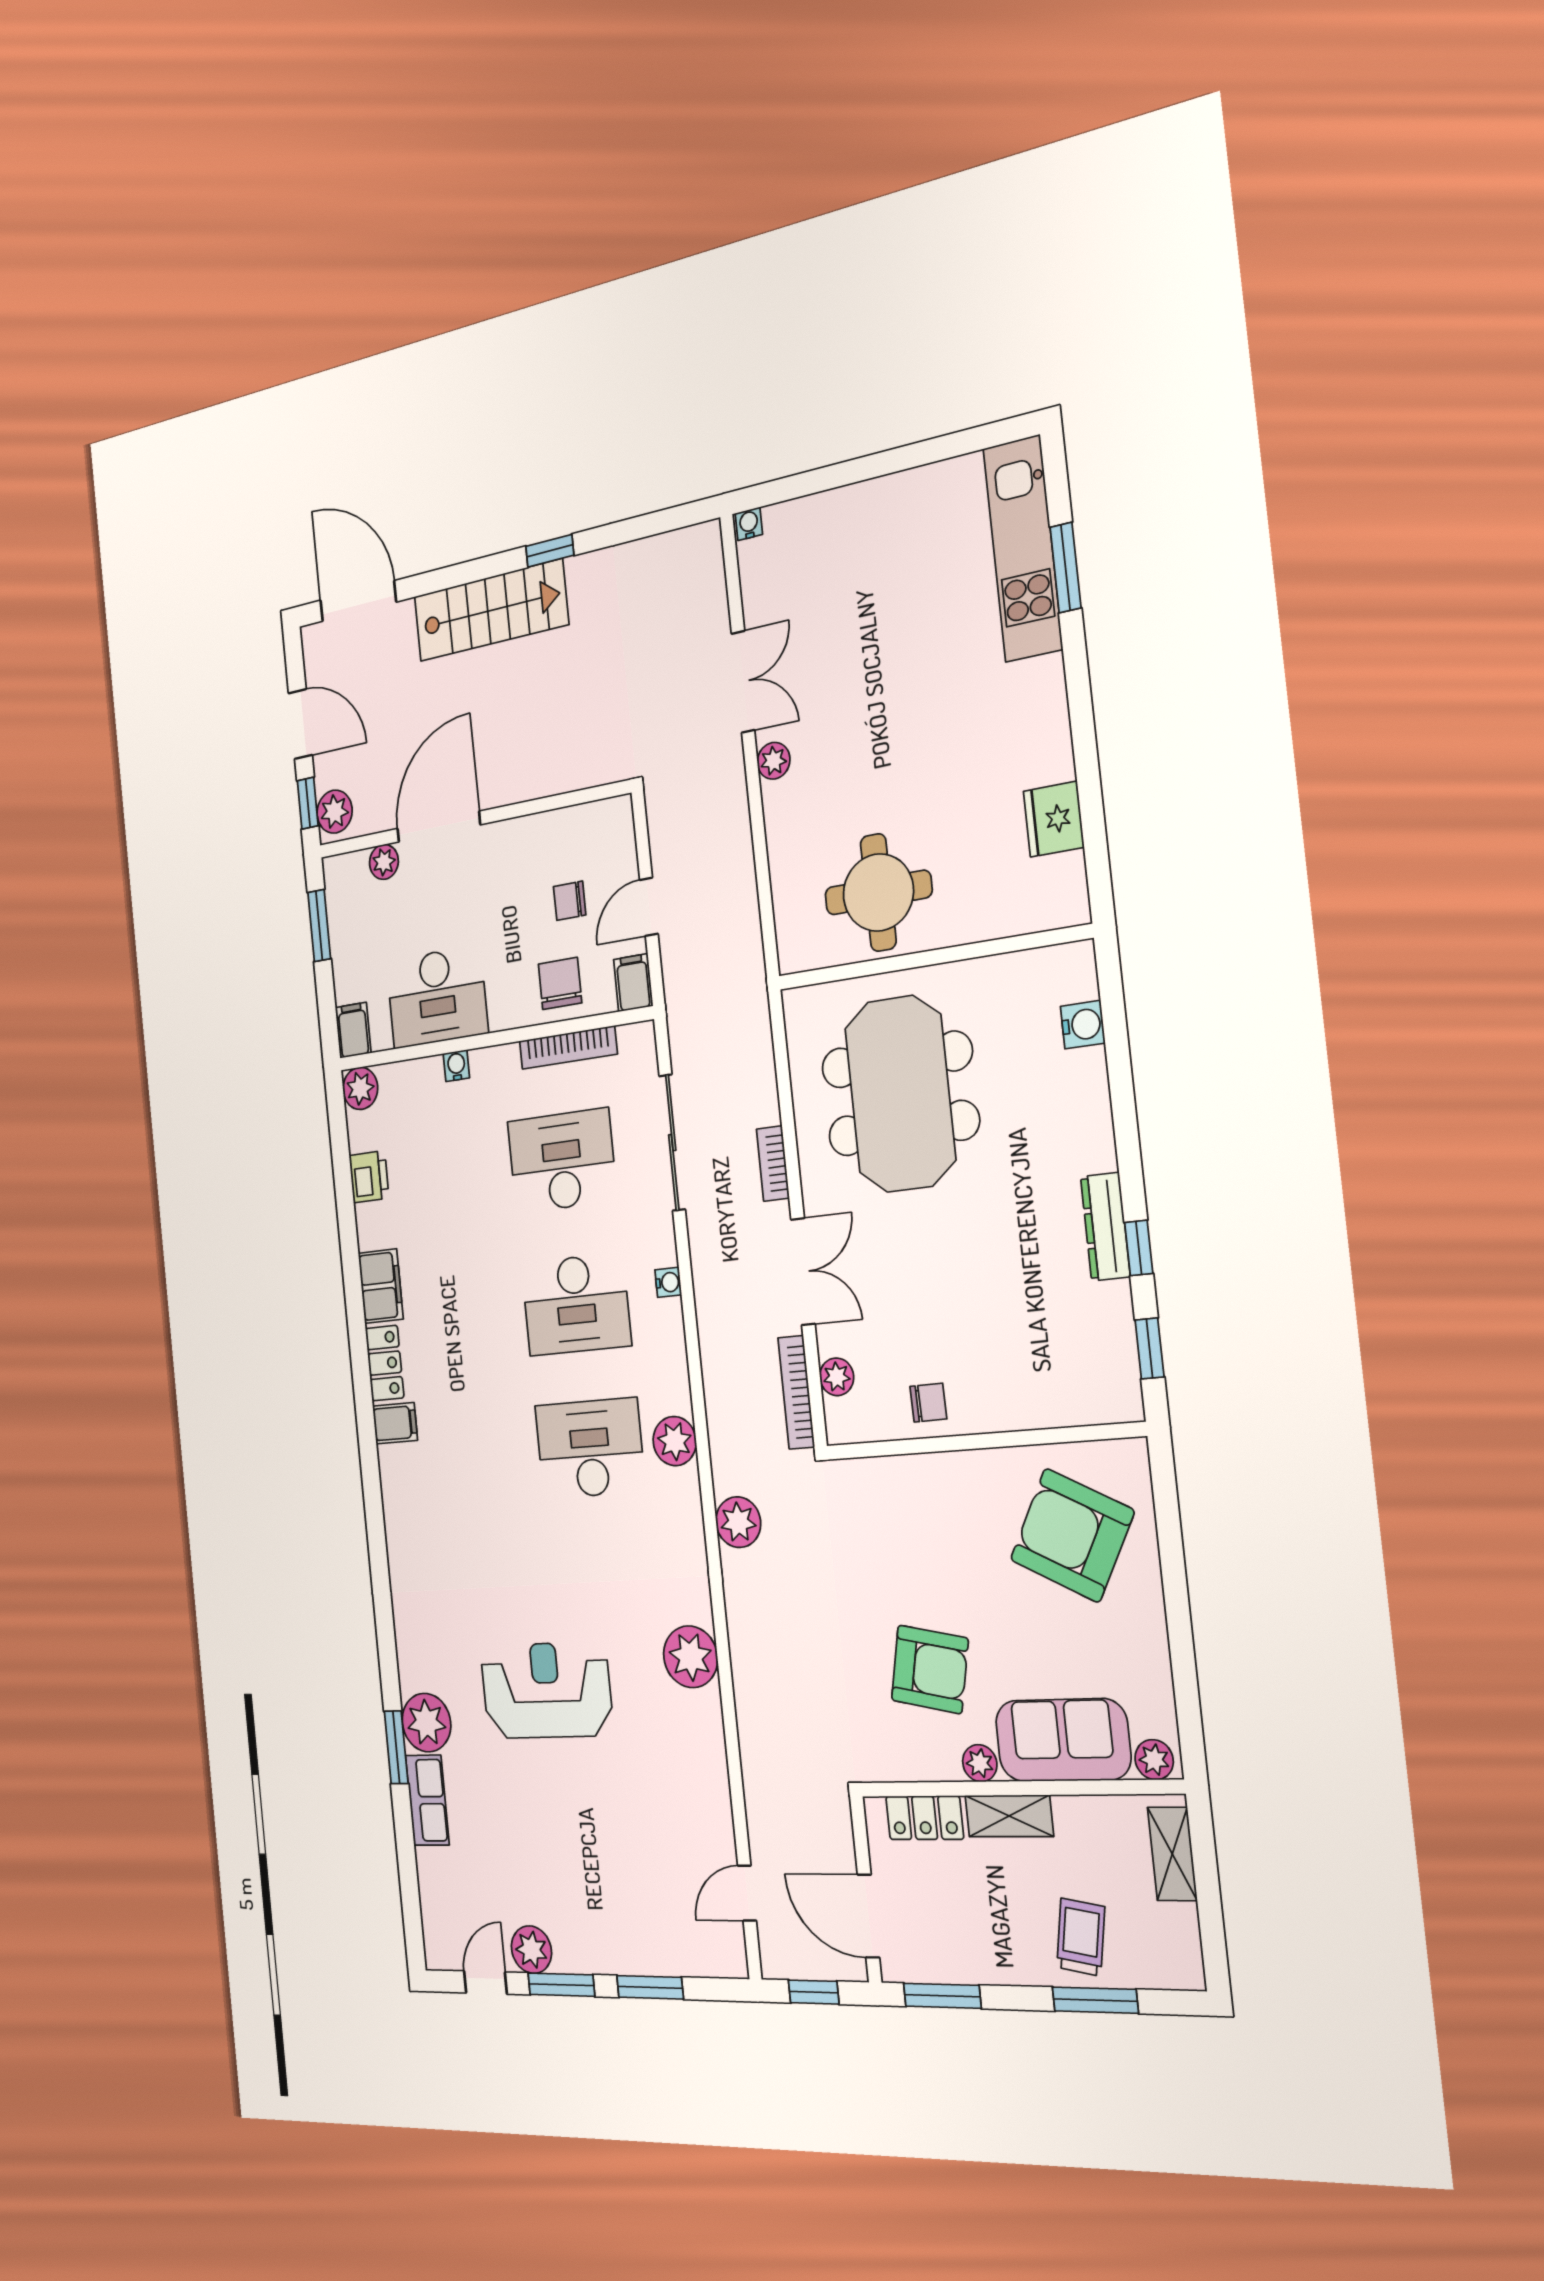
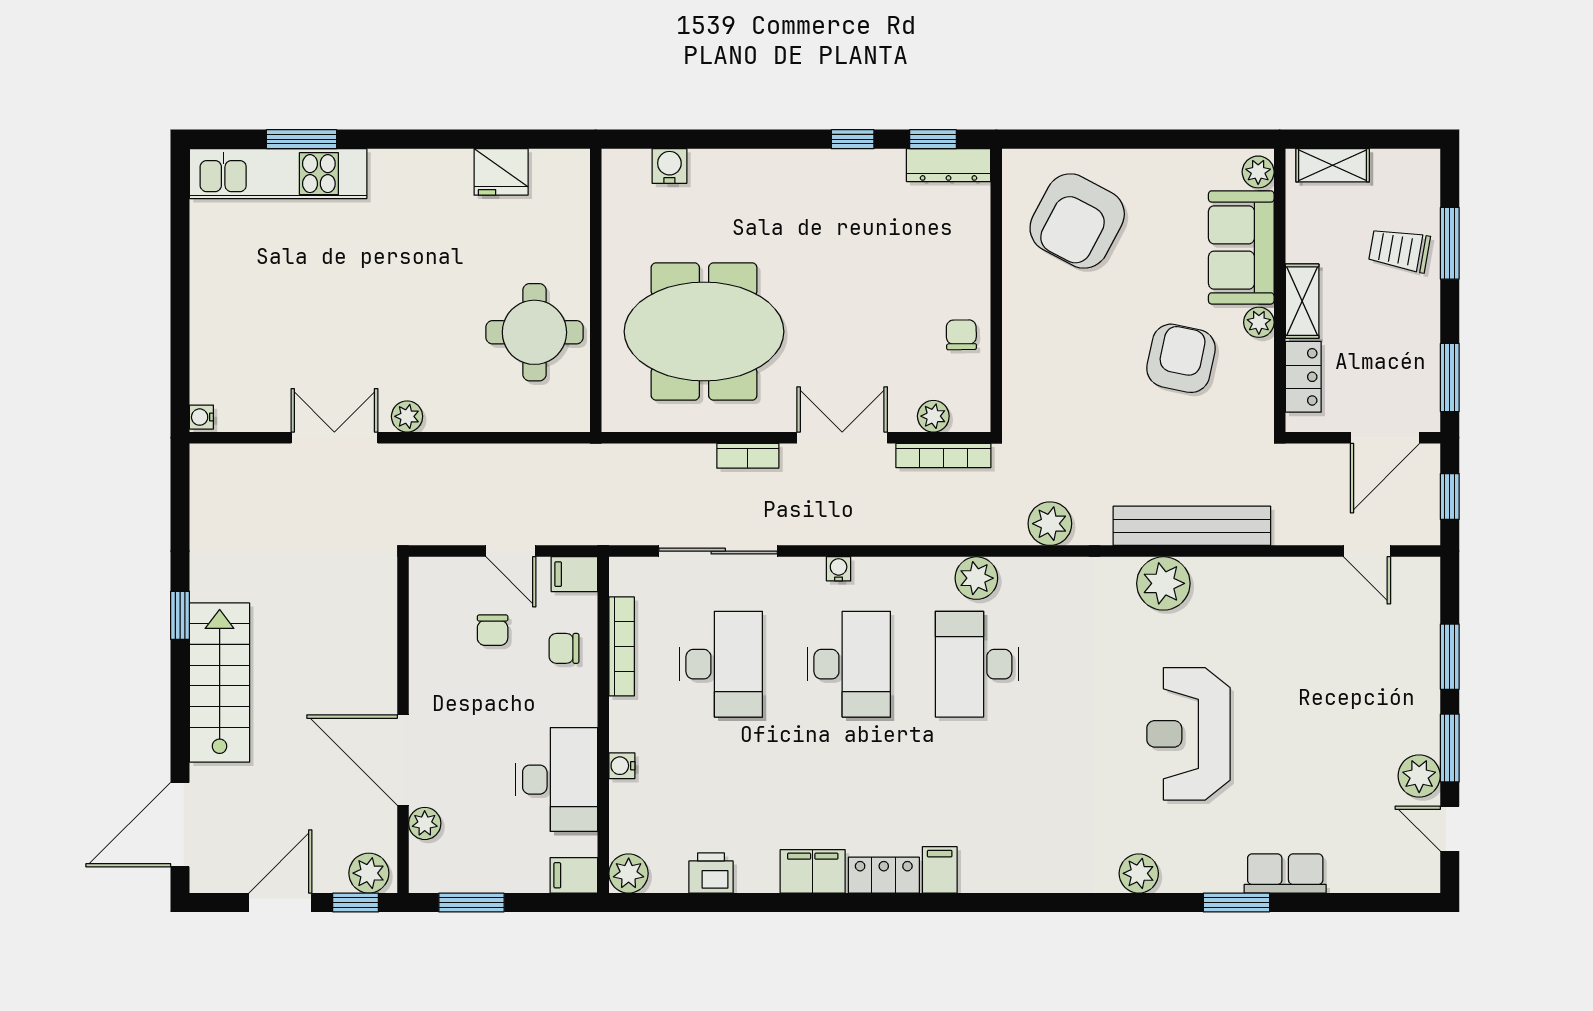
chair: (560, 983) -> (564, 648), width x0.73, depth x0.73
desk: (562, 1161) -> (721, 664), turned 180
dresser: (1105, 1227) -> (949, 165), moved
bench: (753, 1688) -> (1192, 526), added
plant: (426, 1723) -> (1139, 873), moved, width x0.73, depth x0.73

